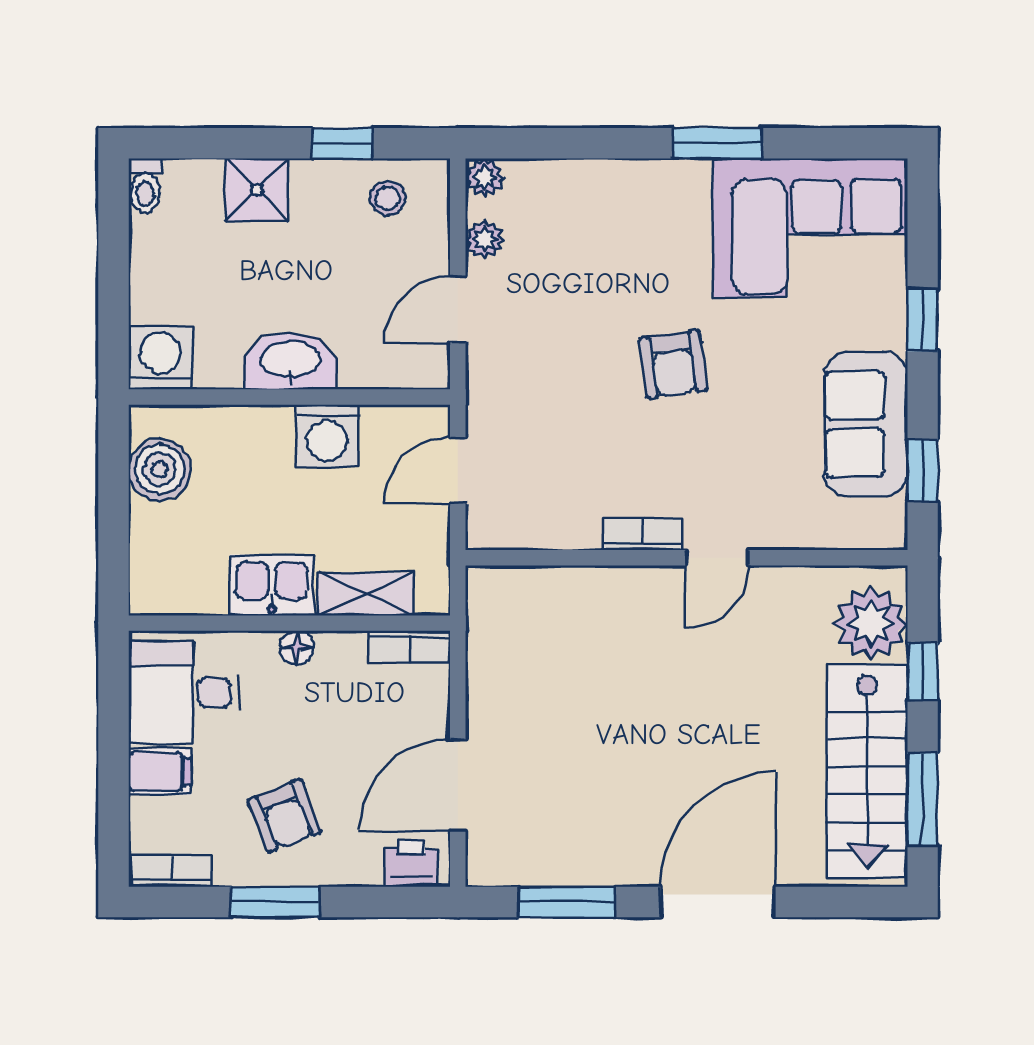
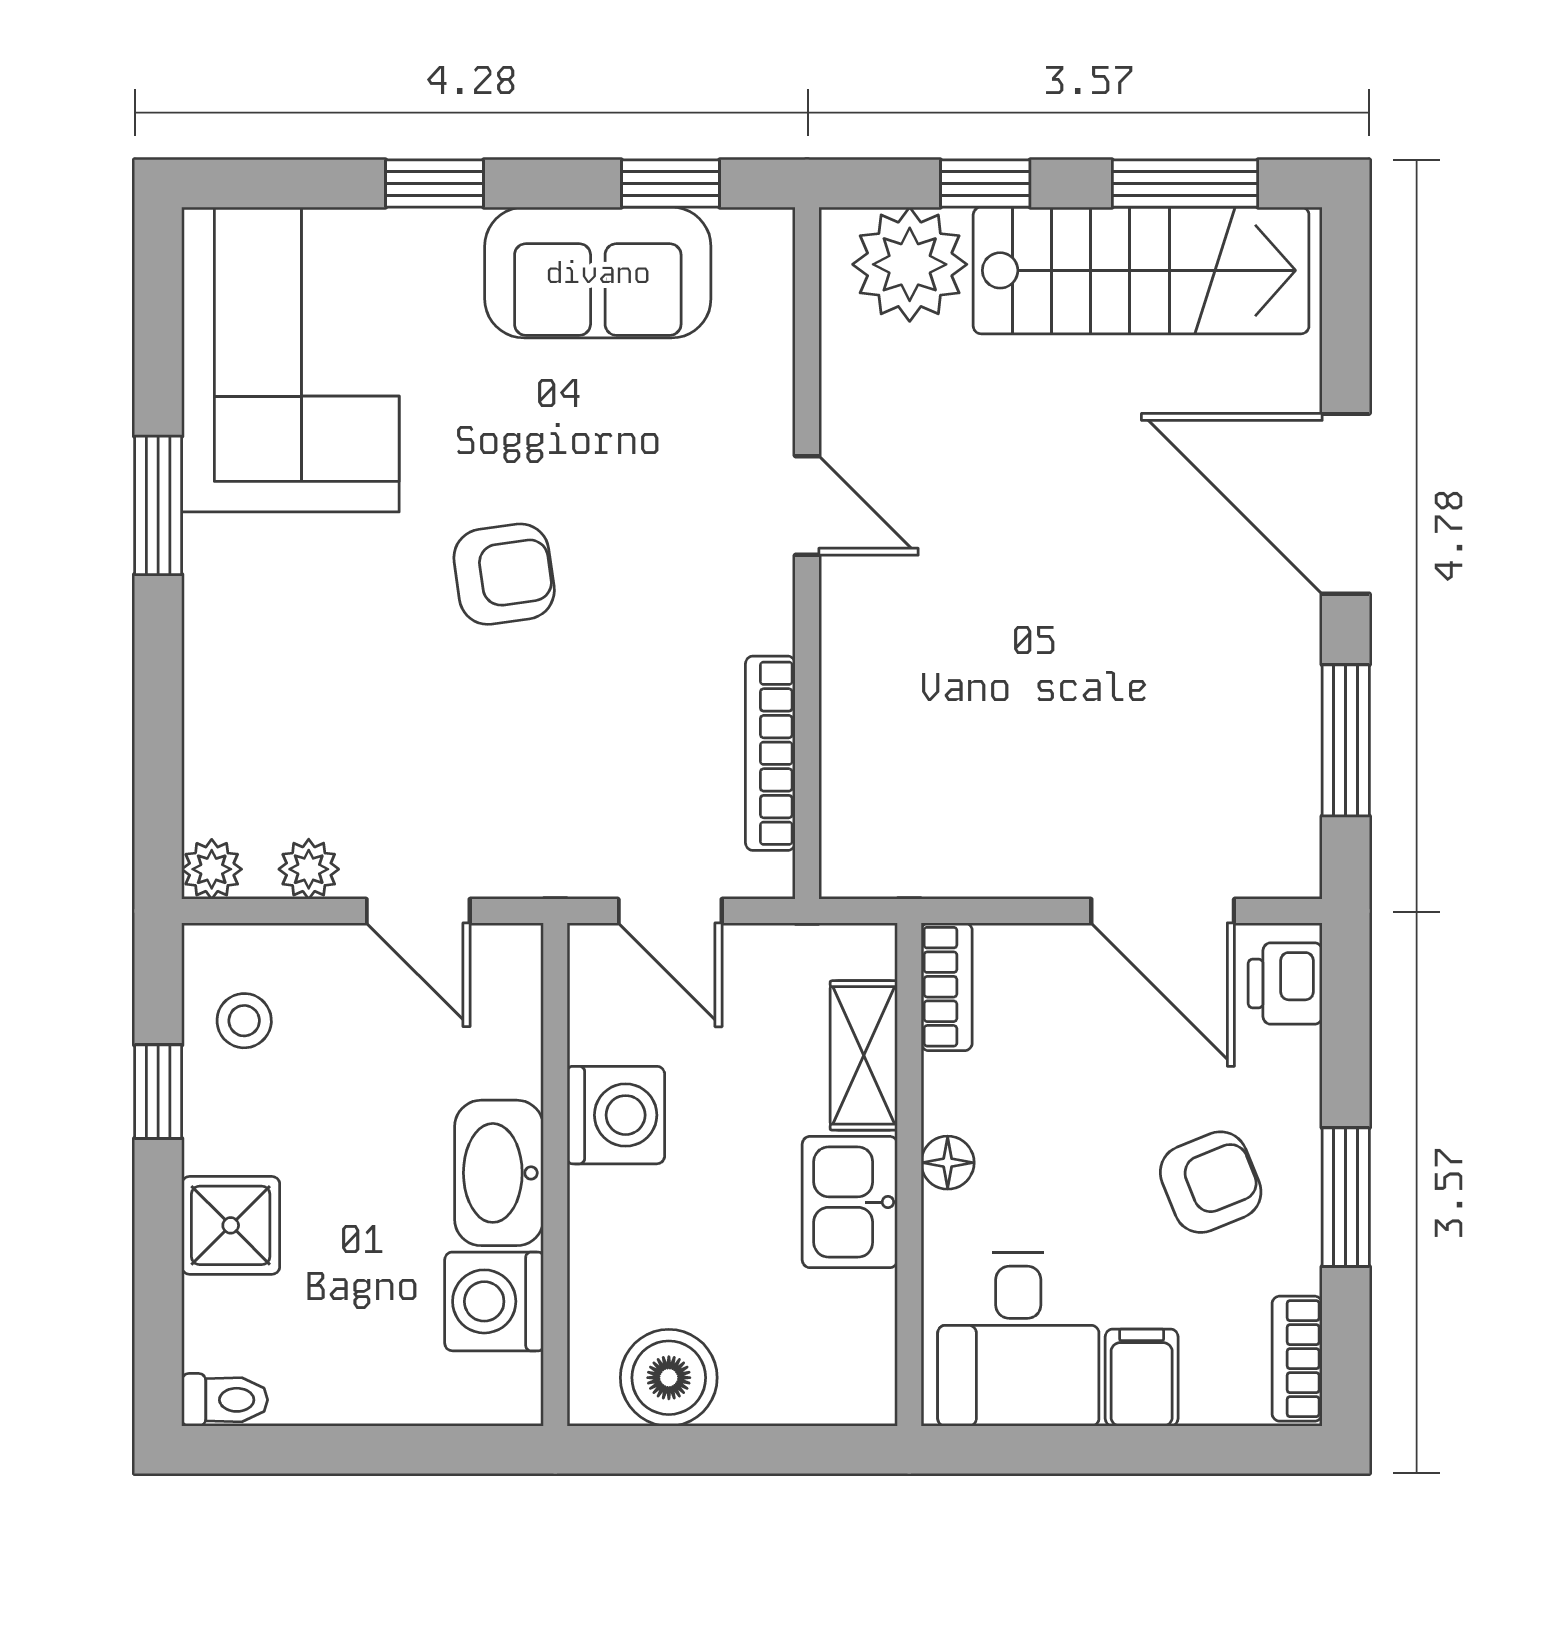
washing machine: (160, 358) -> (494, 1301), moved
bookcase: (643, 534) -> (770, 753), moved, width x1.56

